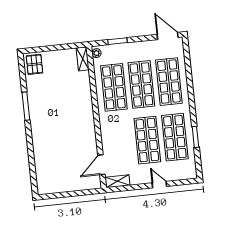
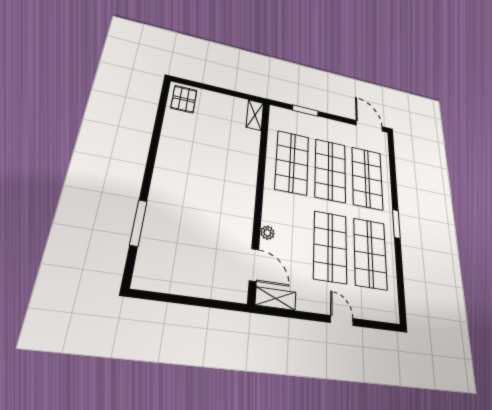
plant: (96, 53) -> (267, 233), moved
window: (26, 106) -> (138, 223), moved
window: (195, 137) -> (396, 224), moved
door: (101, 165) -> (254, 265), swing flipped

